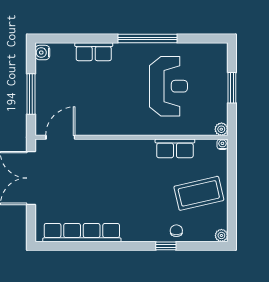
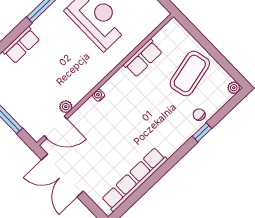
plant: (221, 129) -> (66, 107), moved
door: (60, 137) -> (56, 127), swing flipped
water cooler: (222, 144) -> (99, 95), moved

